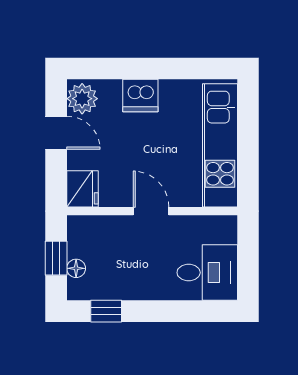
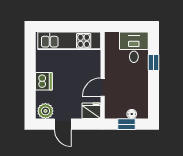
door: (56, 133) -> (63, 124), swing flipped
door: (151, 211) -> (103, 87), moved
window: (106, 311) -> (153, 62), moved

